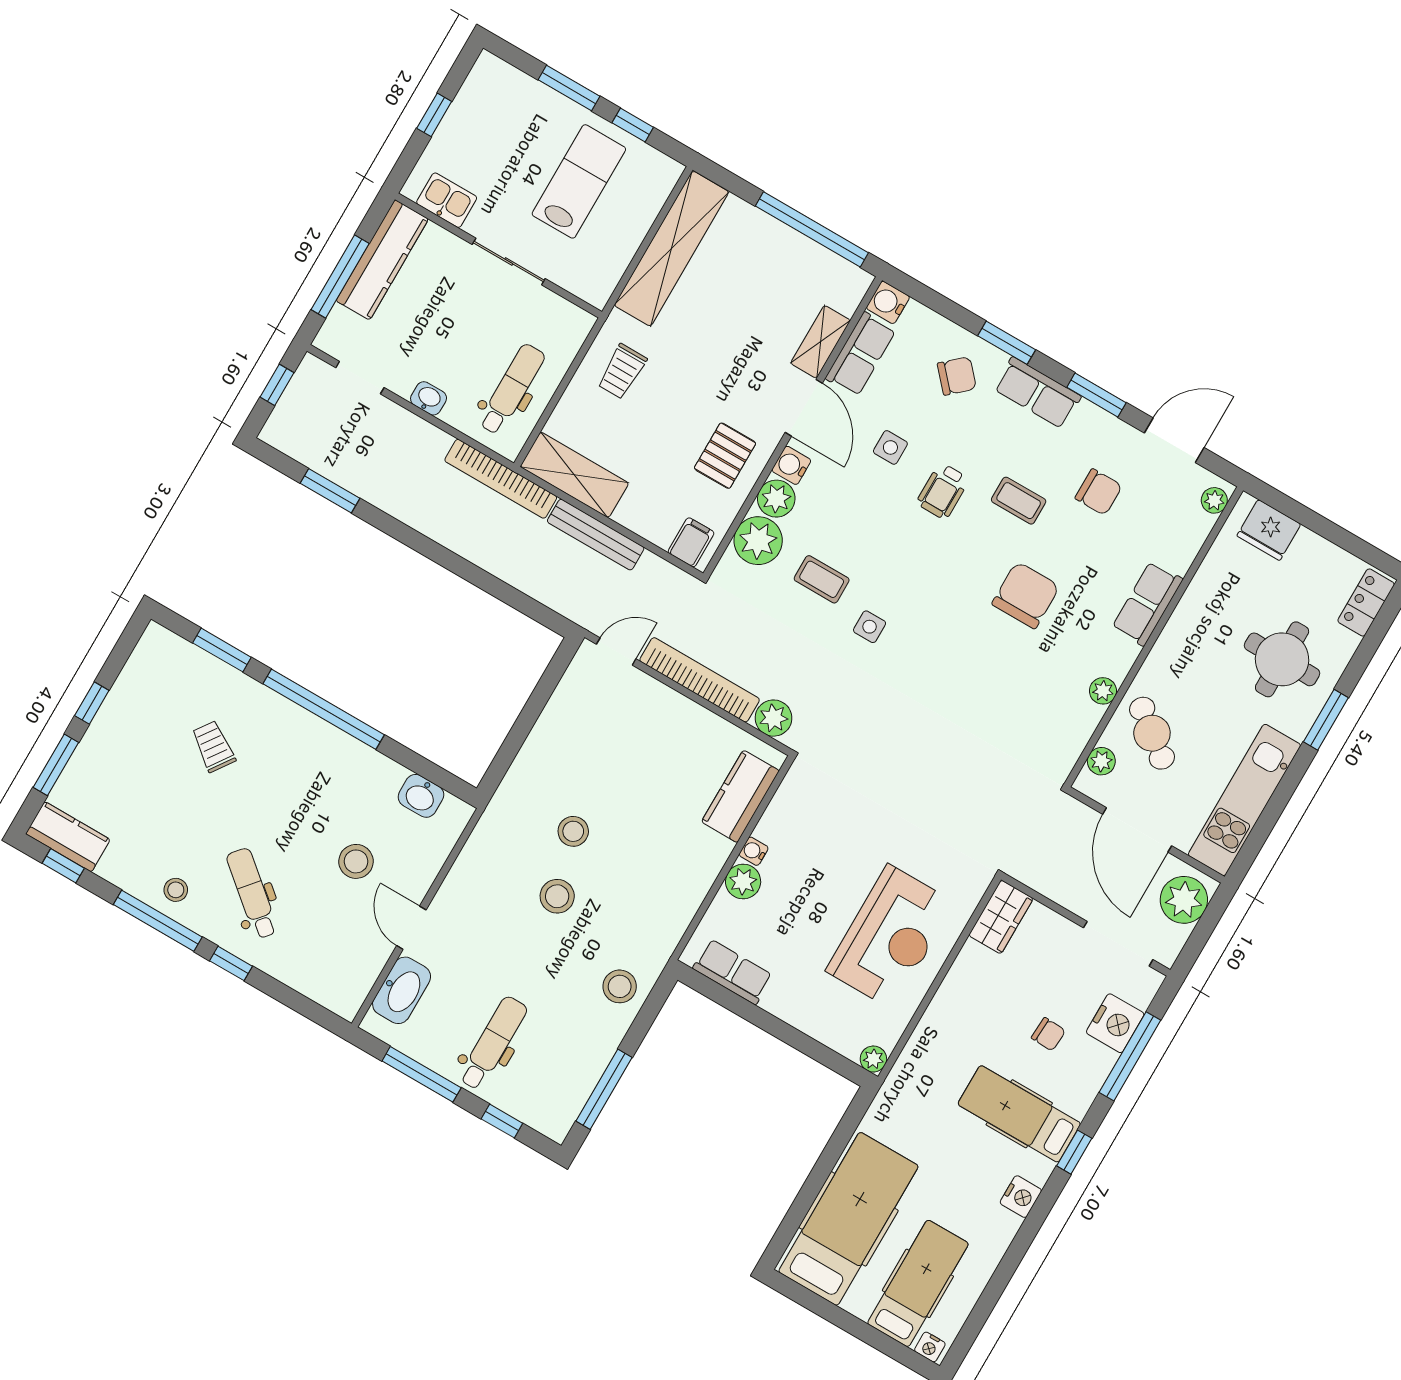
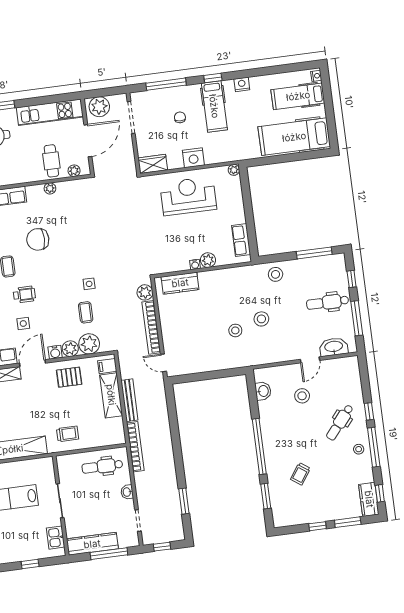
shelving: (574, 475) -> (111, 395), moved
cafe table: (1152, 733) -> (51, 161), turned -38
nightstand: (1115, 1023) -> (193, 158), moved, turned 180

